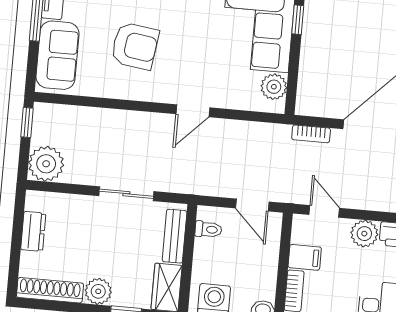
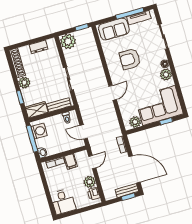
armchair: (135, 46) -> (130, 59), turned 82
door: (193, 111) -> (113, 93), swing flipped
door: (252, 205) -> (84, 132), hinge flipped

